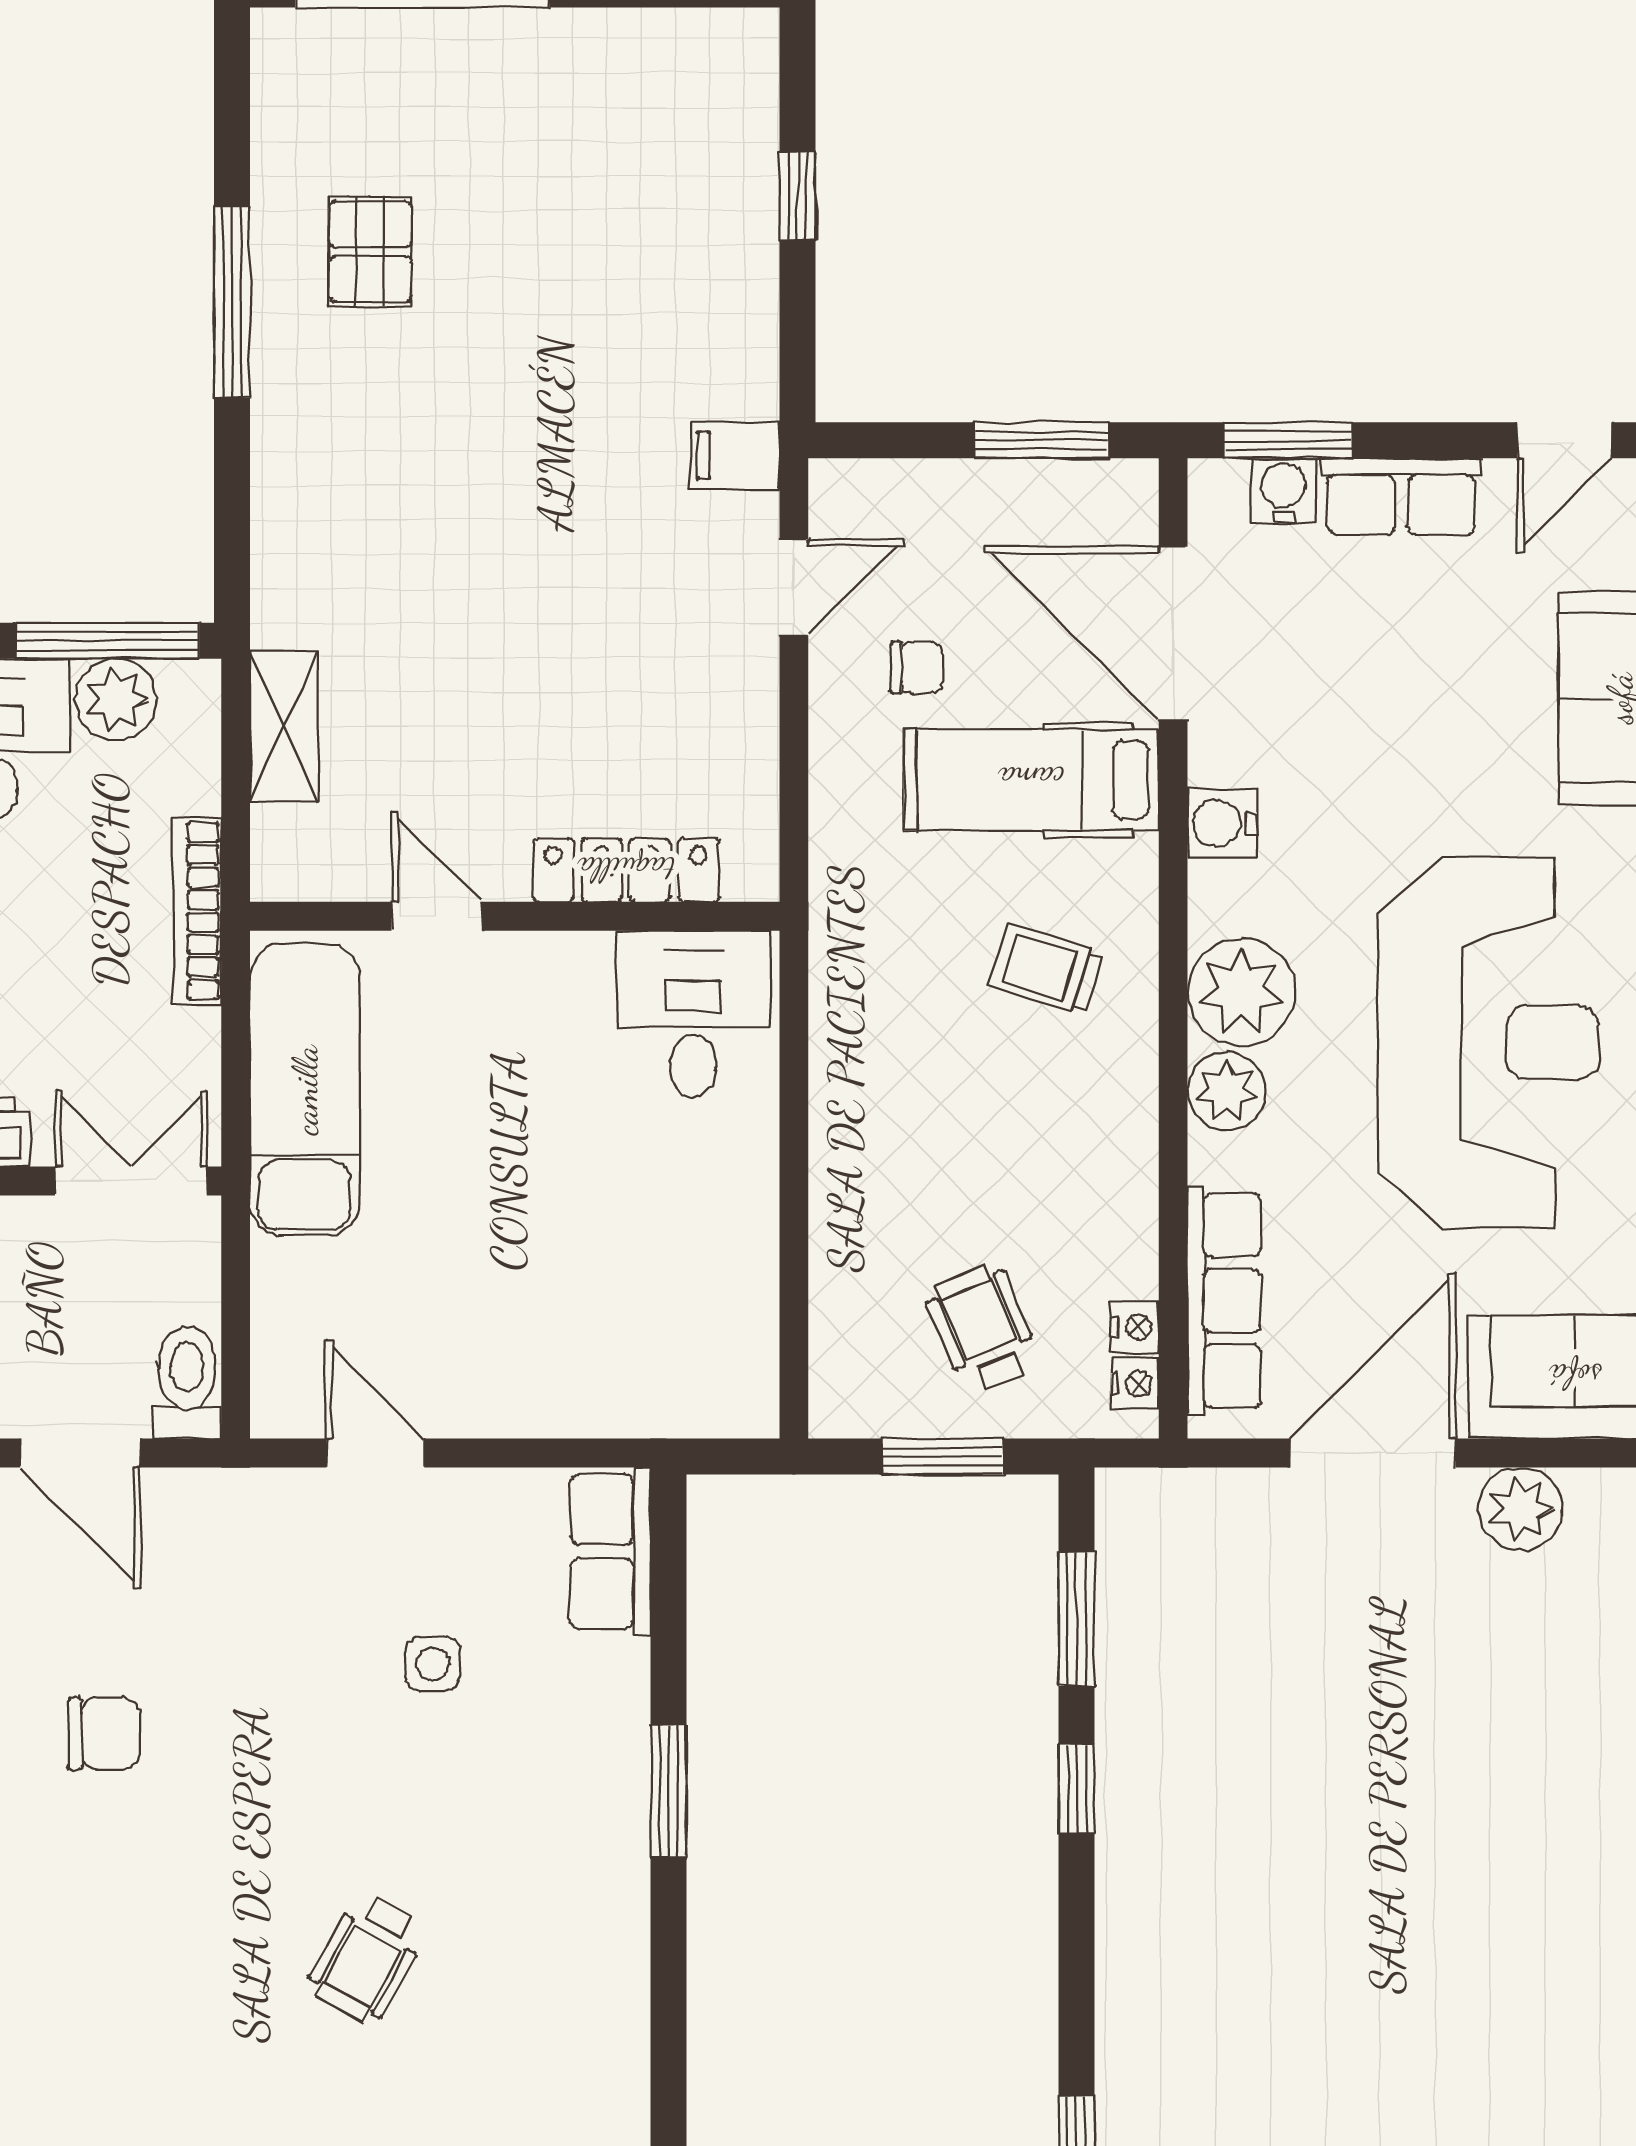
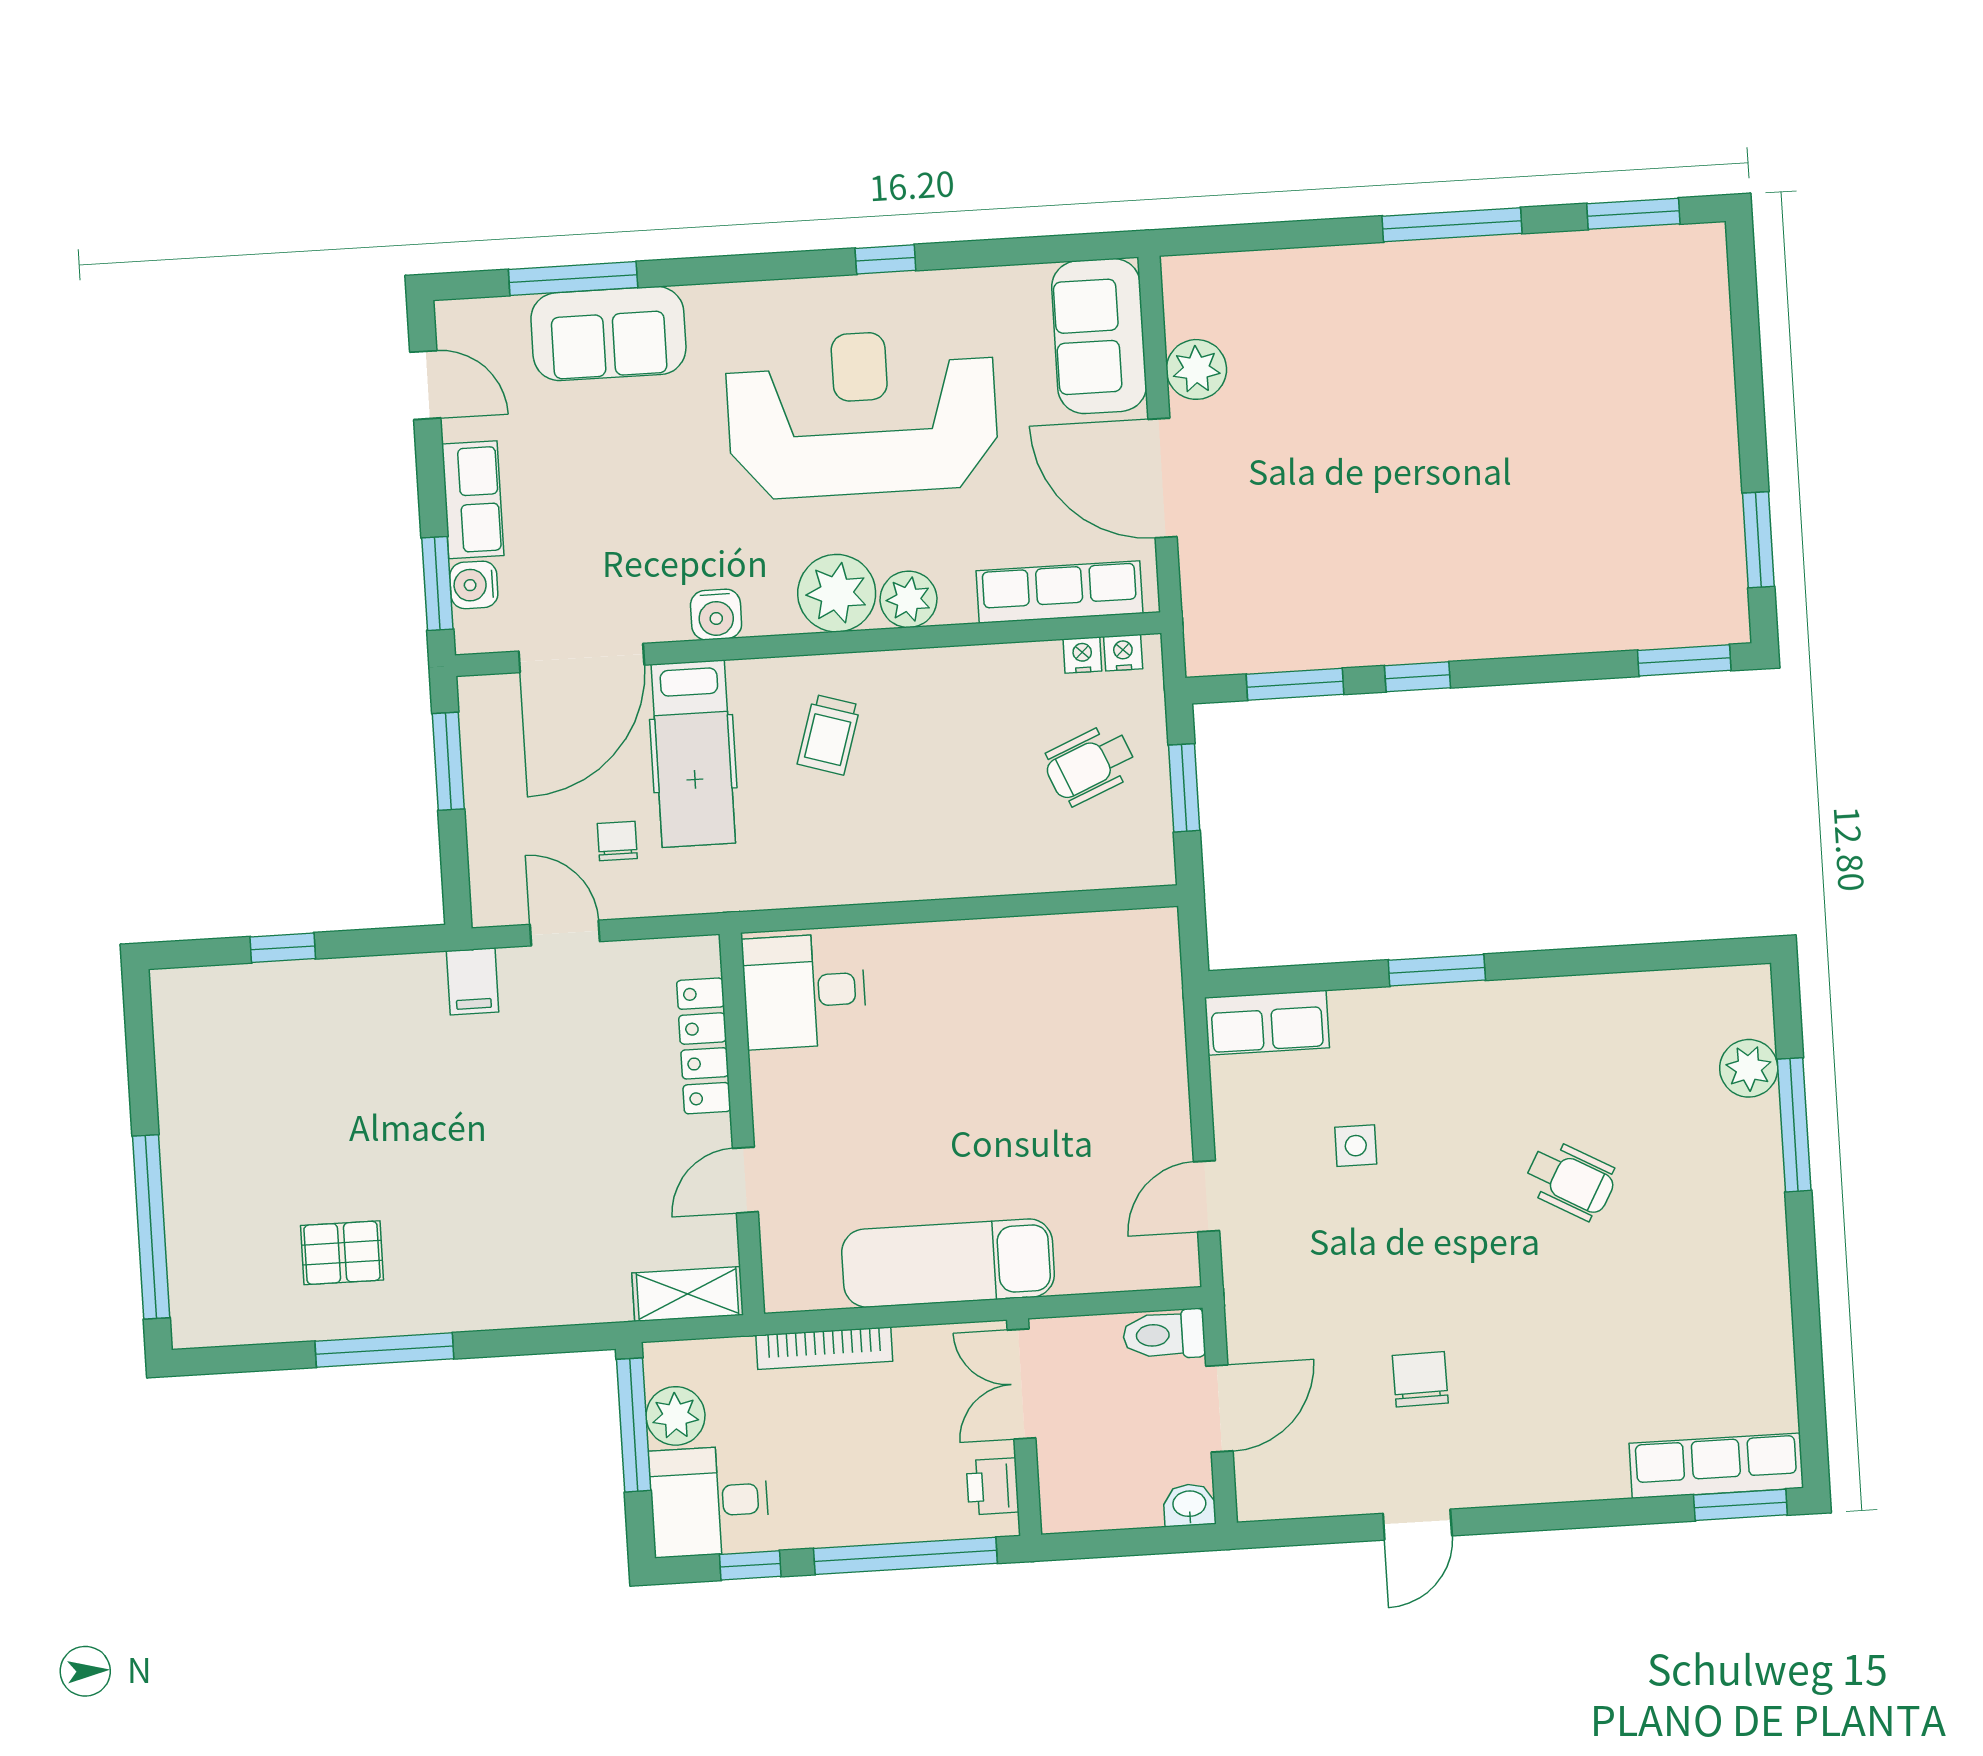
locker: (626, 870) -> (704, 1046), moved
door: (437, 916) -> (745, 1180), moved
wall: (515, 916) -> (742, 1124), moved
desk: (693, 1014) -> (804, 991), moved

